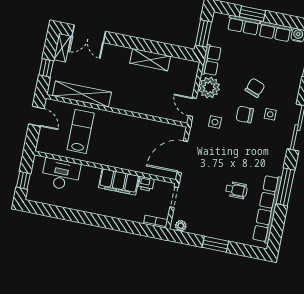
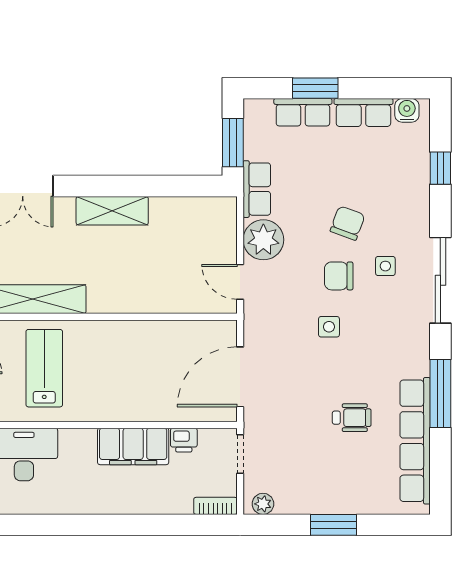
shelving: (150, 60) -> (112, 211), moved
side table: (215, 122) -> (329, 327), moved

